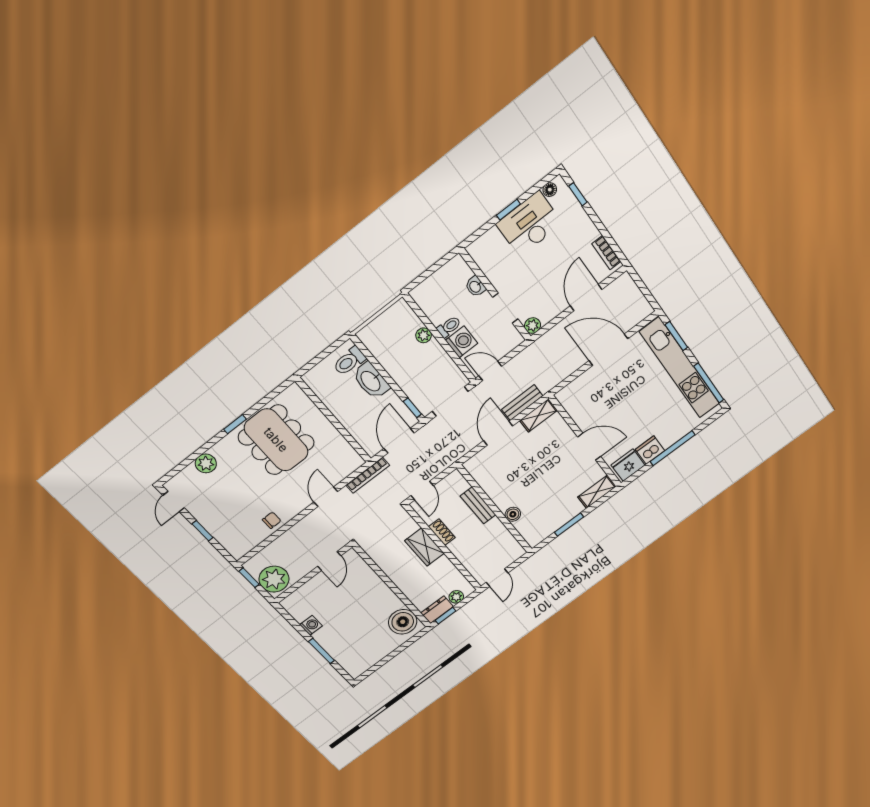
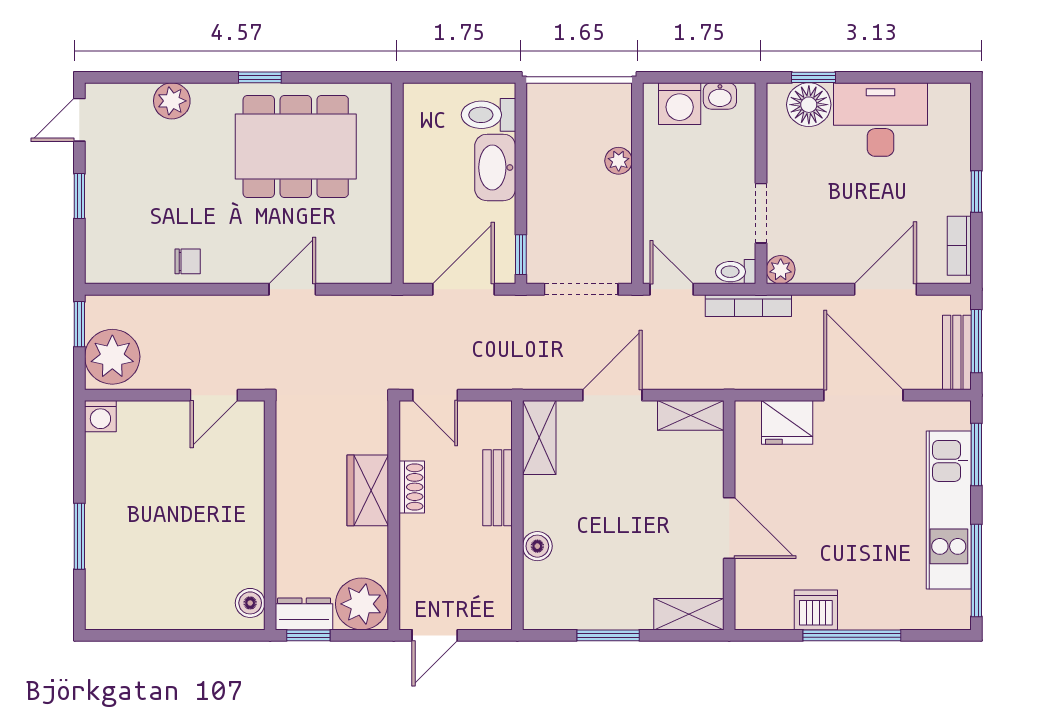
floor lamp: (550, 190) -> (809, 105), moved, width x1.89, depth x1.89
window: (578, 194) -> (976, 192), moved
window: (508, 210) -> (814, 77), moved
washbasin: (475, 287) -> (720, 96), moved, turned -90
window: (643, 288) -> (976, 341), added
toilet: (449, 327) -> (736, 272), moved, turned 180
washing machine: (462, 342) -> (680, 104), moved, turned 90
kitchen unit: (680, 368) -> (949, 510), width x0.73
bench: (522, 403) -> (957, 353), moved, turned 90
dining table: (276, 440) -> (296, 146), turned 90
fridge: (628, 465) -> (787, 422), moved, turned 180
shelving: (480, 473) -> (539, 438), added
bookcase: (368, 475) -> (748, 306), moved
door: (422, 491) -> (435, 395), hinge flipped
plant: (456, 597) -> (362, 604), width x1.87, depth x1.87
boiler: (403, 622) -> (250, 603), width x0.54, depth x0.54
washing machine: (311, 625) -> (100, 416), moved, turned 90

